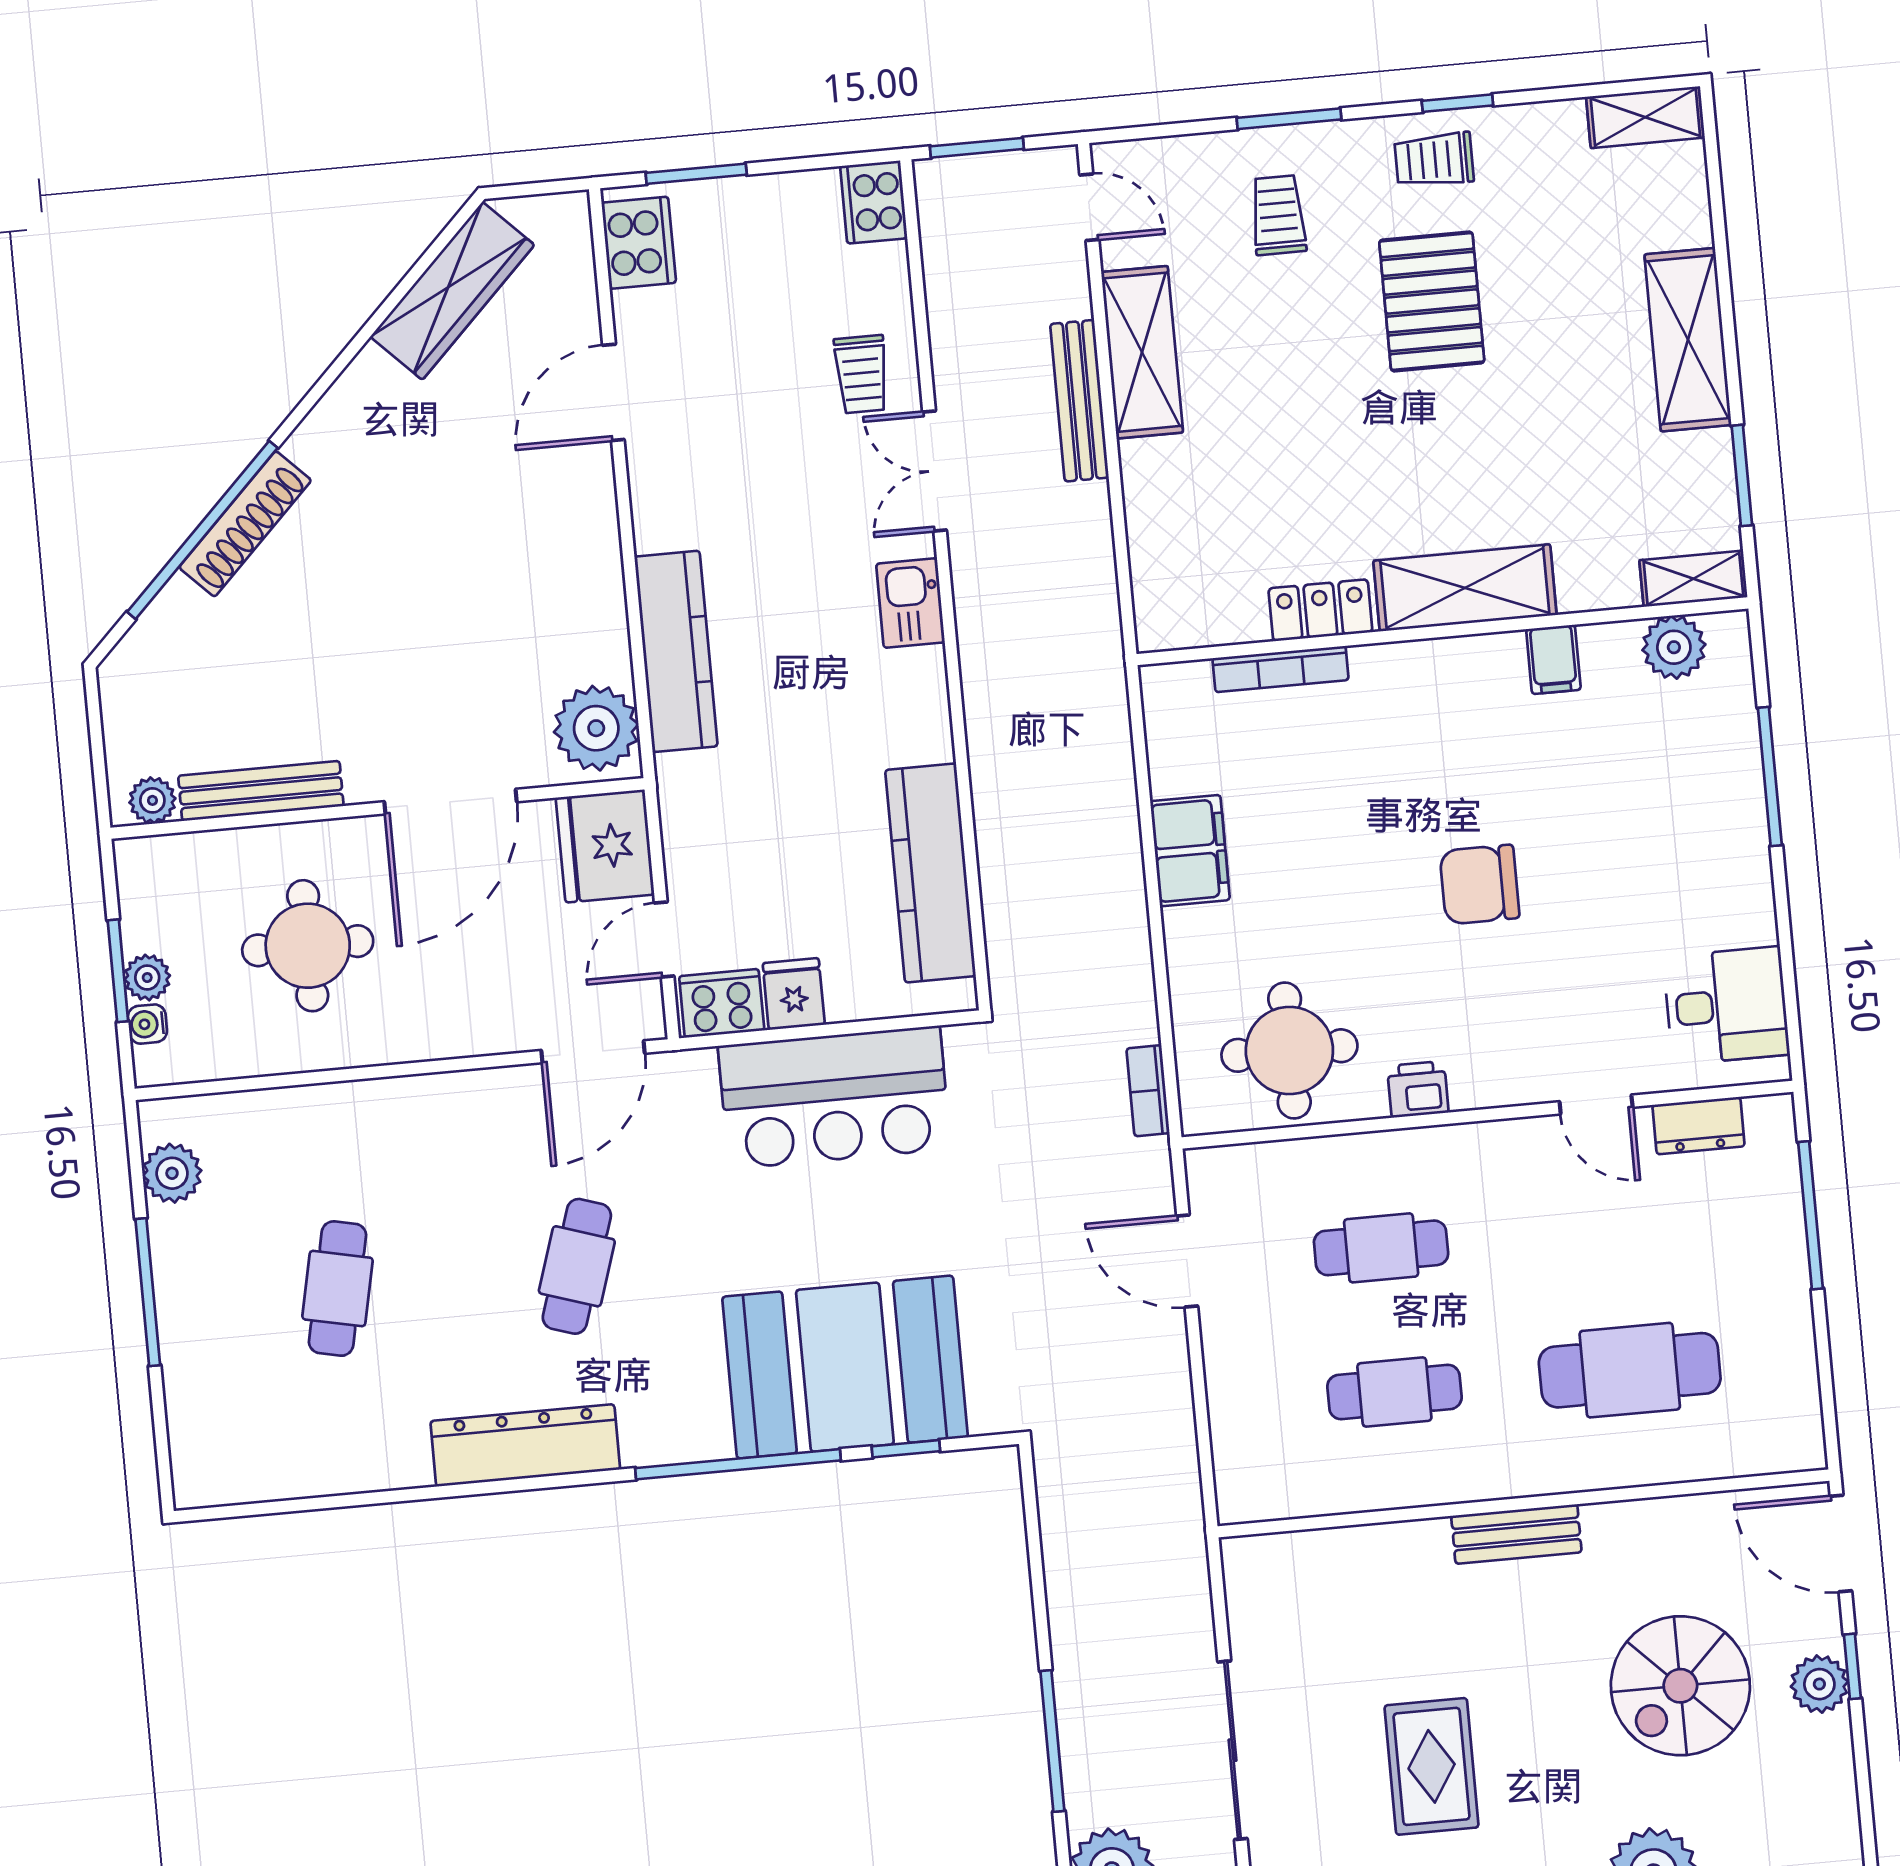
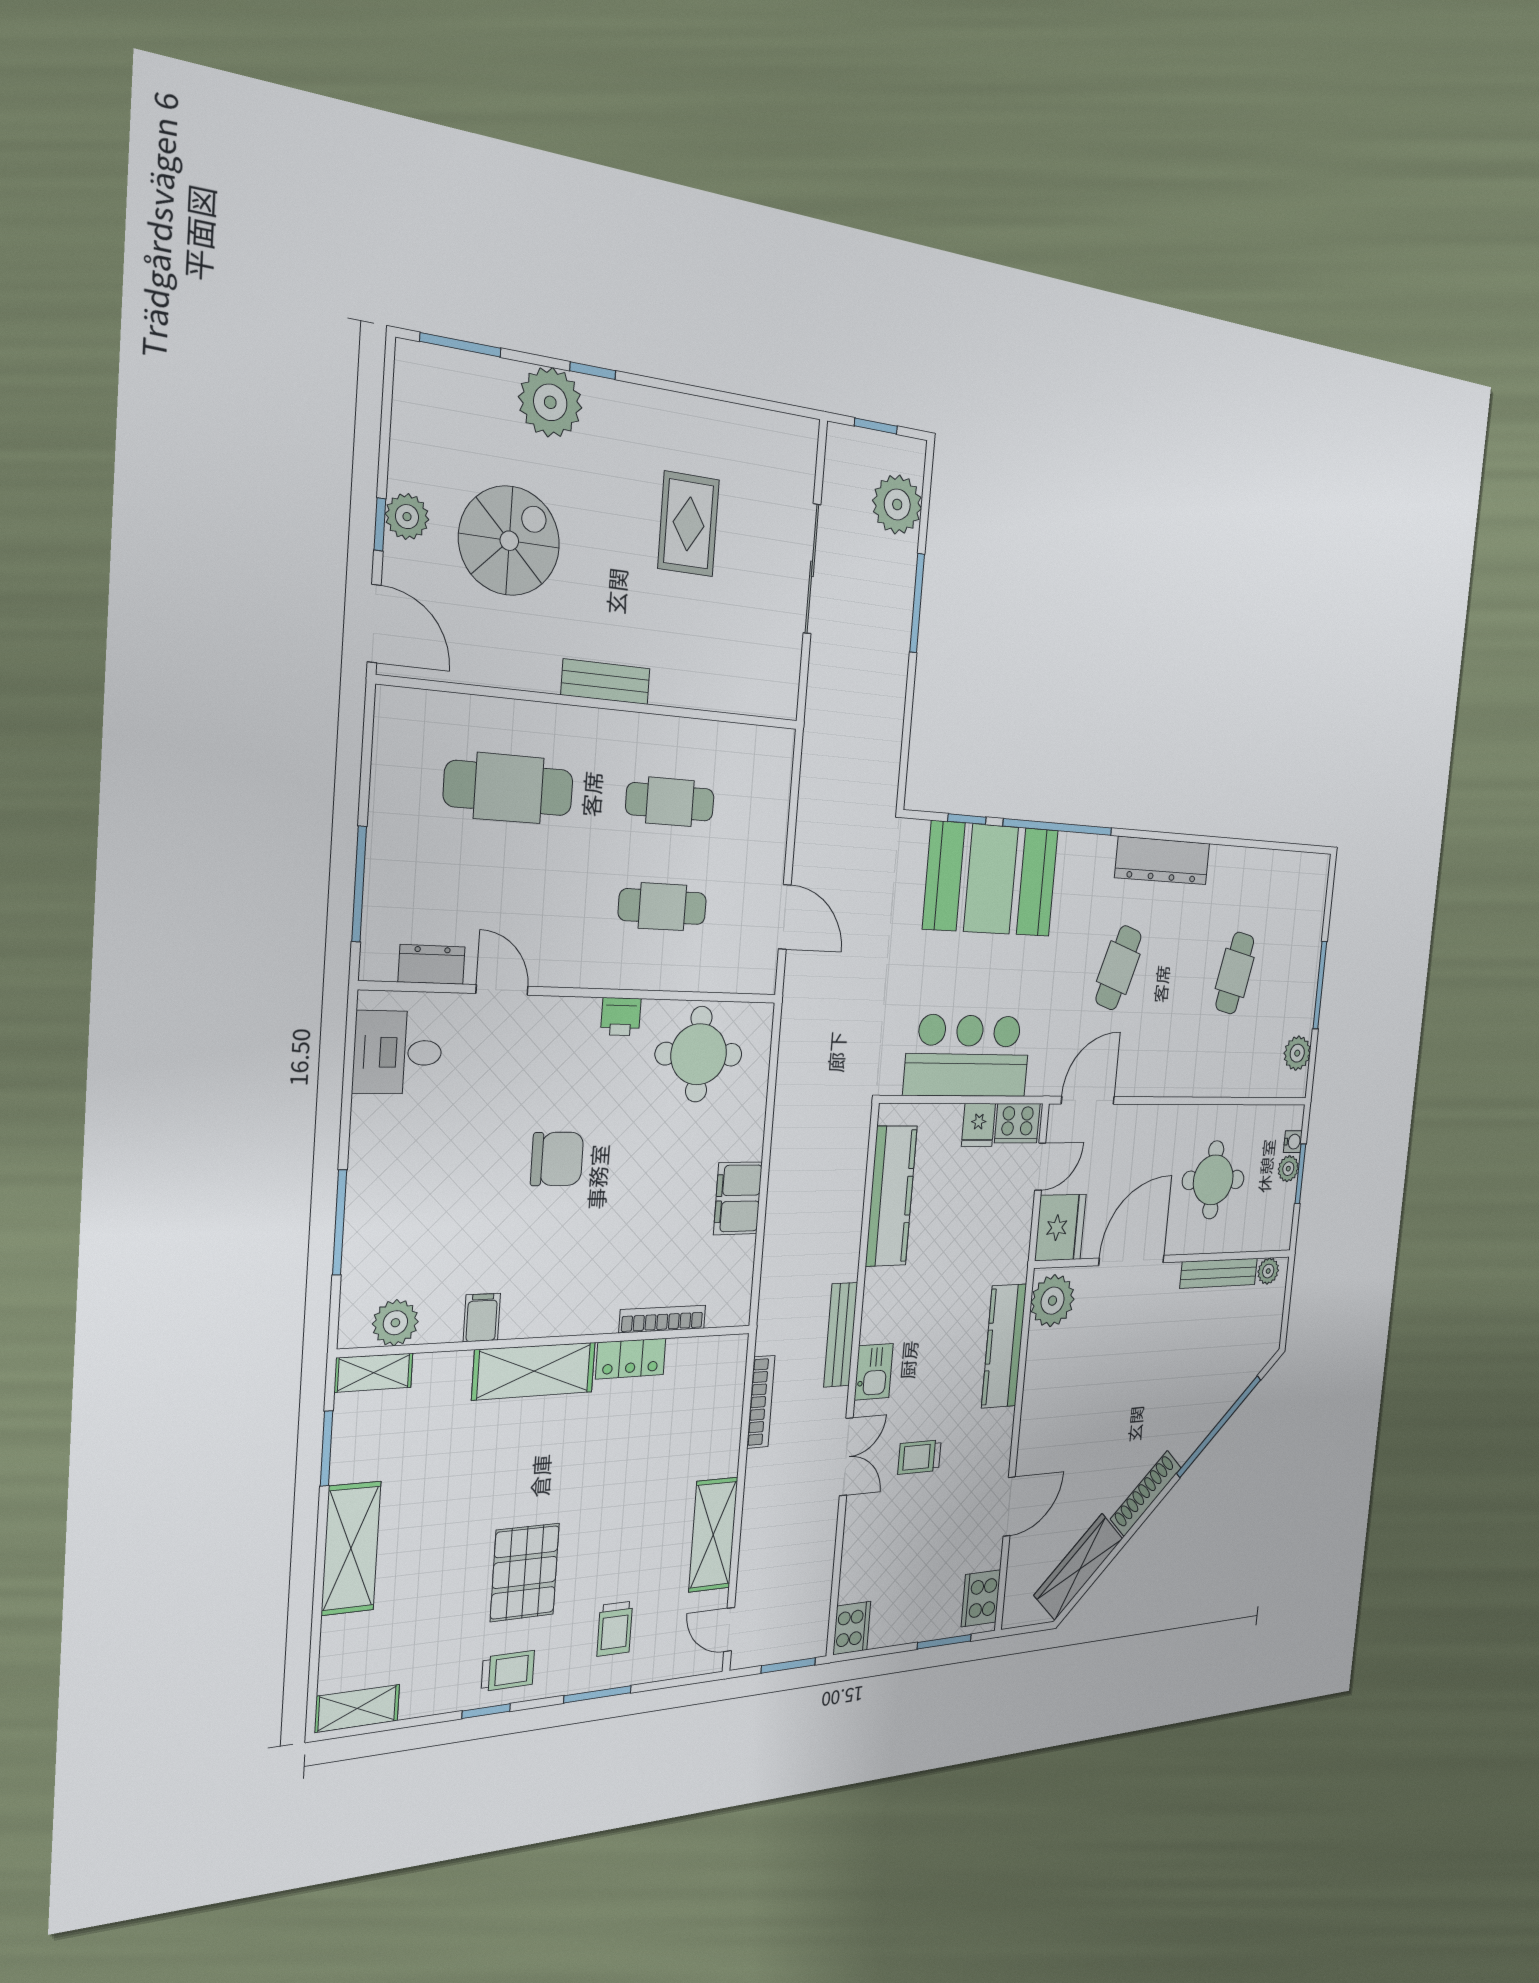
trolley: (862, 374) -> (919, 1457), moved, turned -90
bench: (1079, 401) -> (841, 1335), moved
shoe rack: (245, 524) -> (1146, 1493), moved
bookcase: (1148, 1091) -> (761, 1402), moved, width x1.56

